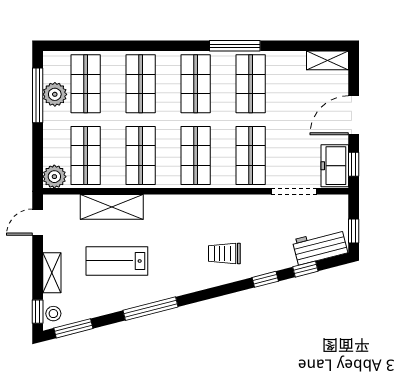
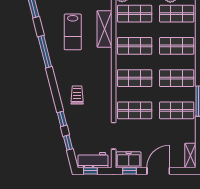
door: (354, 115) -> (158, 171), hinge flipped
workbench: (320, 246) -> (93, 160), moved, turned -76
lab bench: (117, 261) -> (73, 32), turned 180

